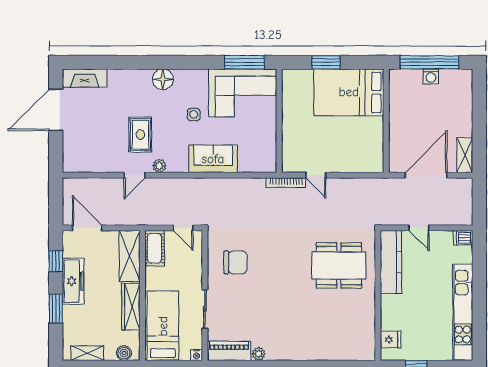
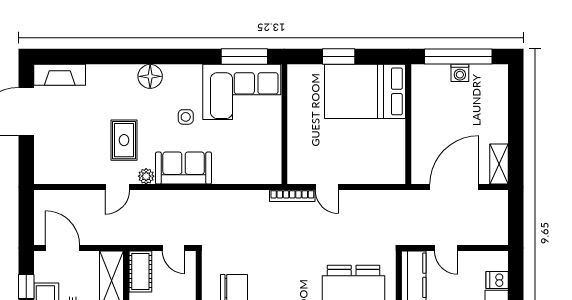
sofa: (213, 159) -> (184, 168), moved
dishwasher: (463, 238) -> (497, 280), moved

